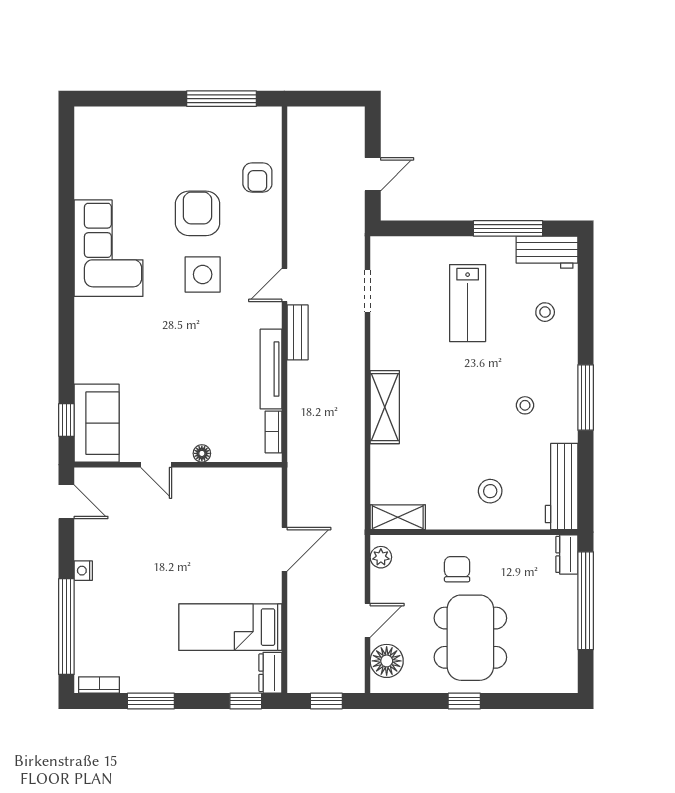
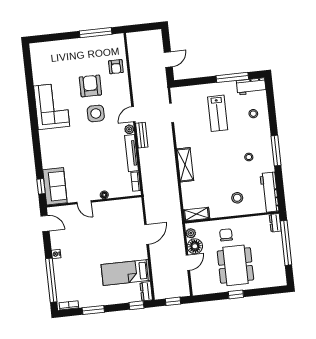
plant: (272, 317) -> (129, 129), added
floor lamp: (387, 661) -> (195, 246), moved

